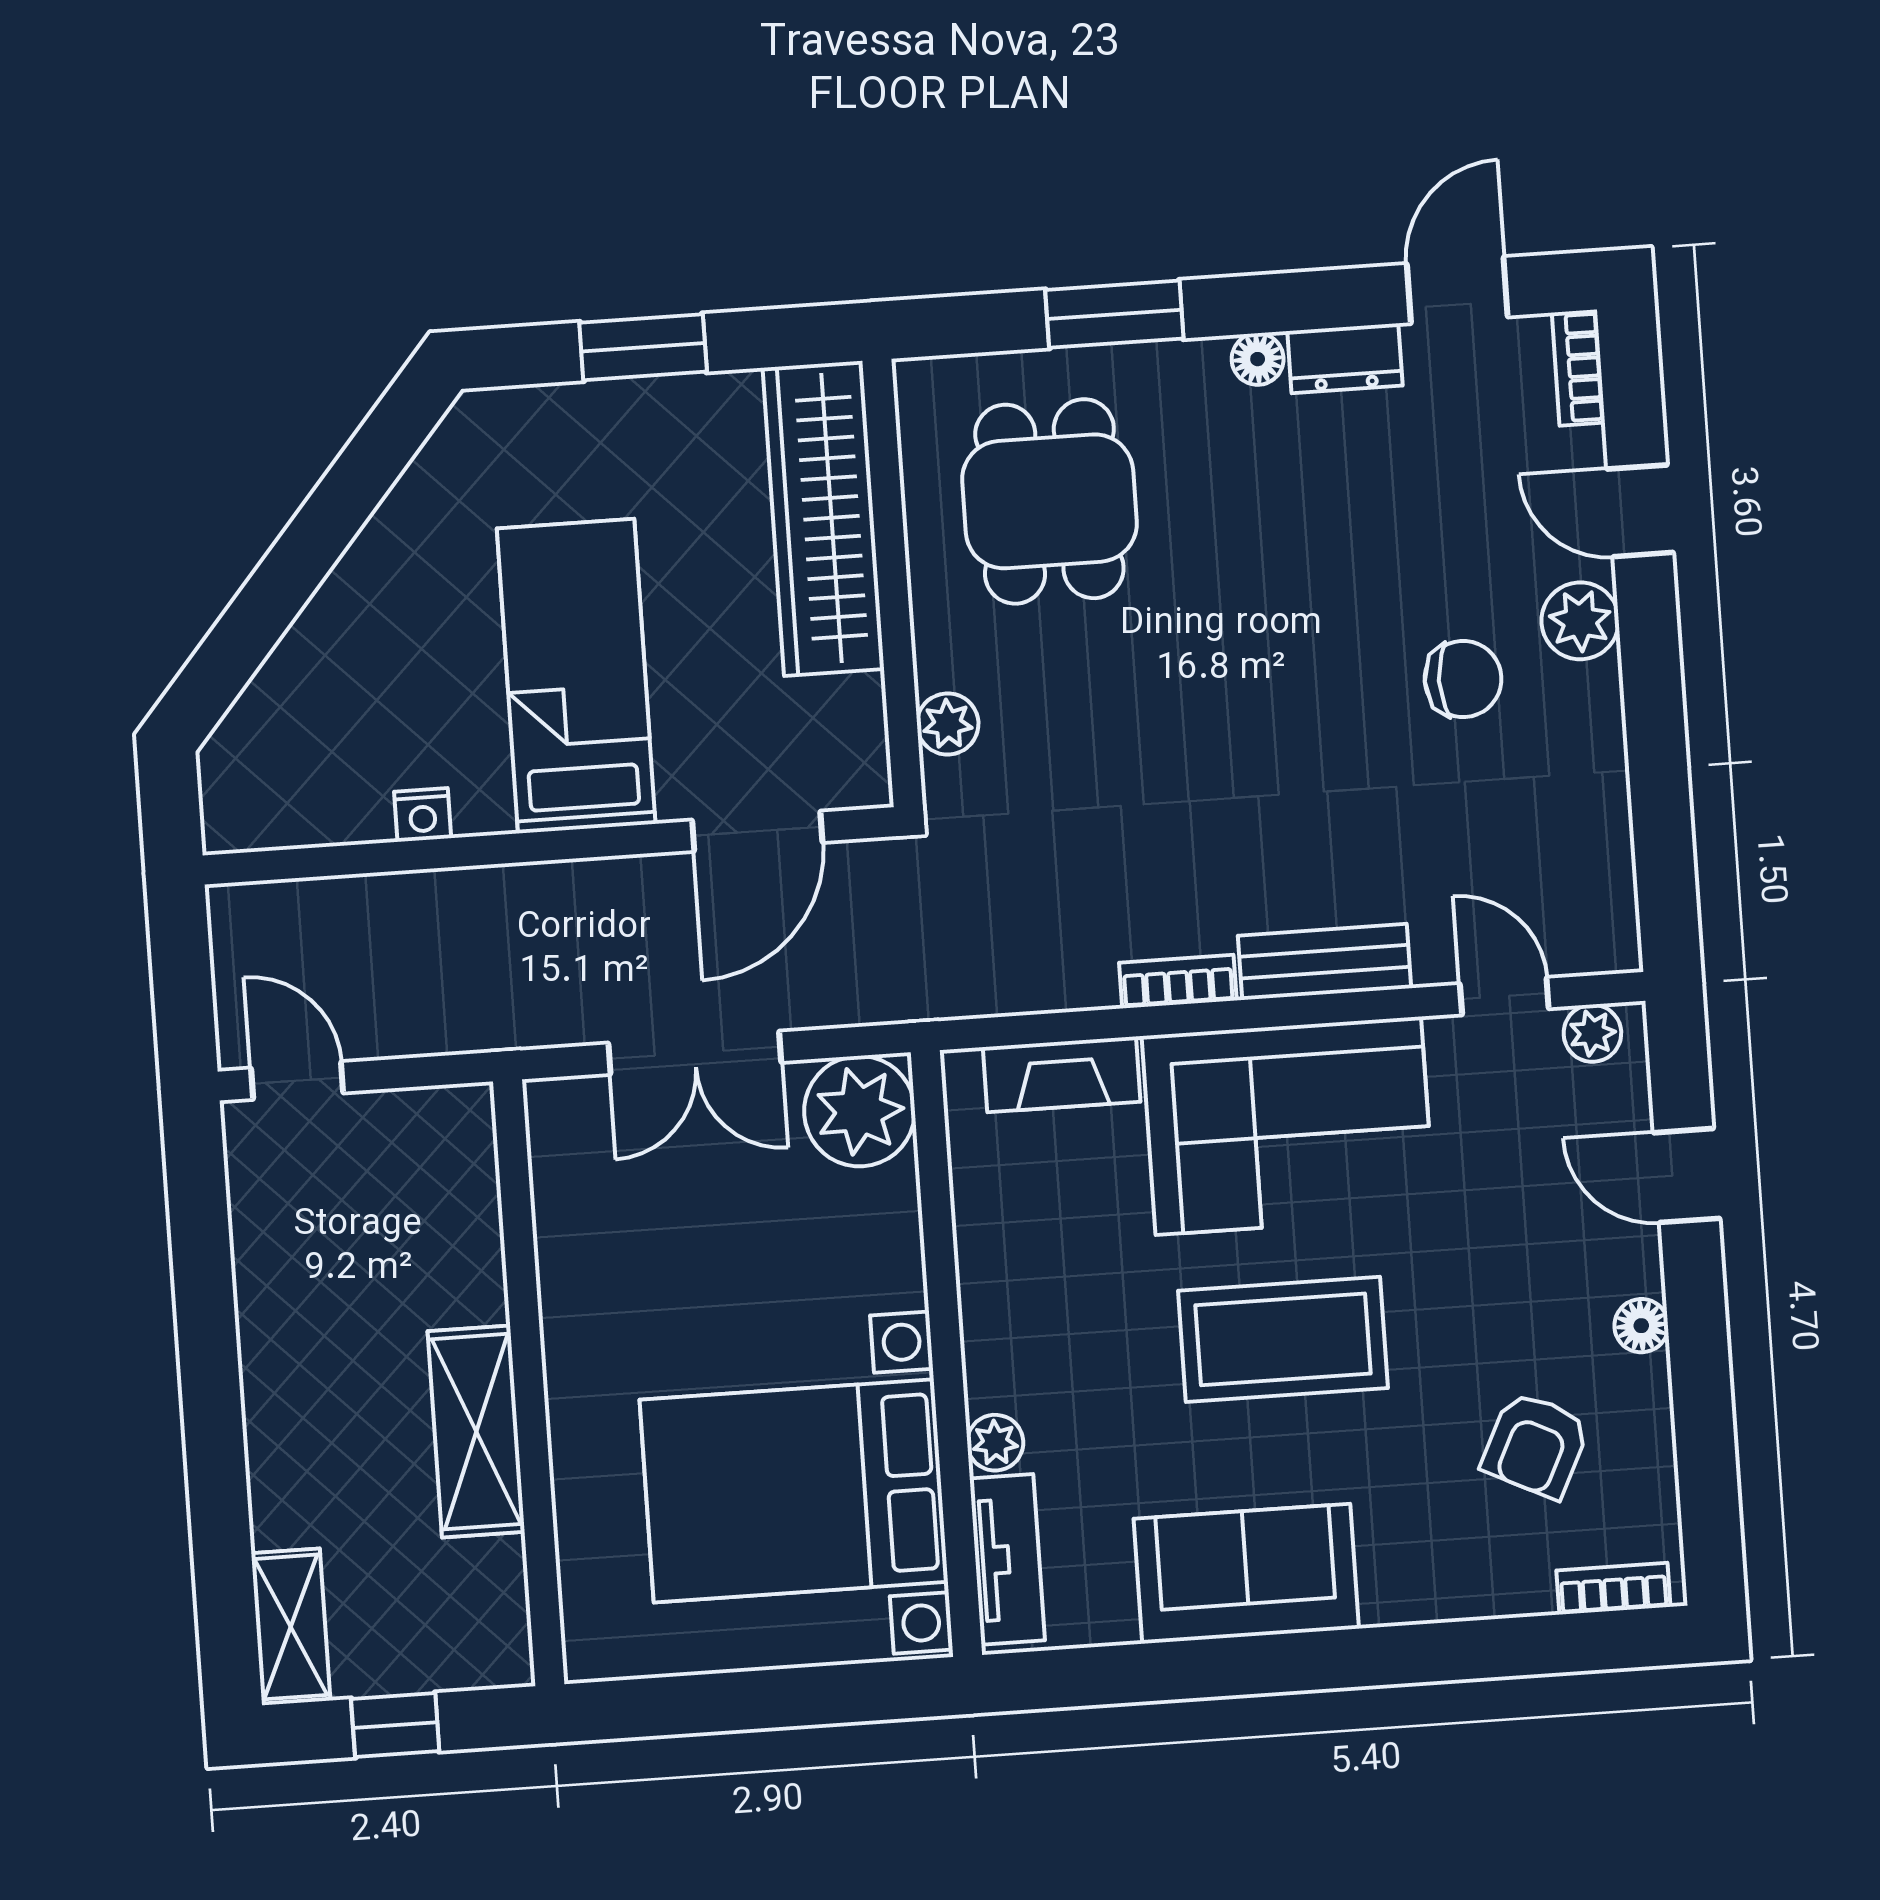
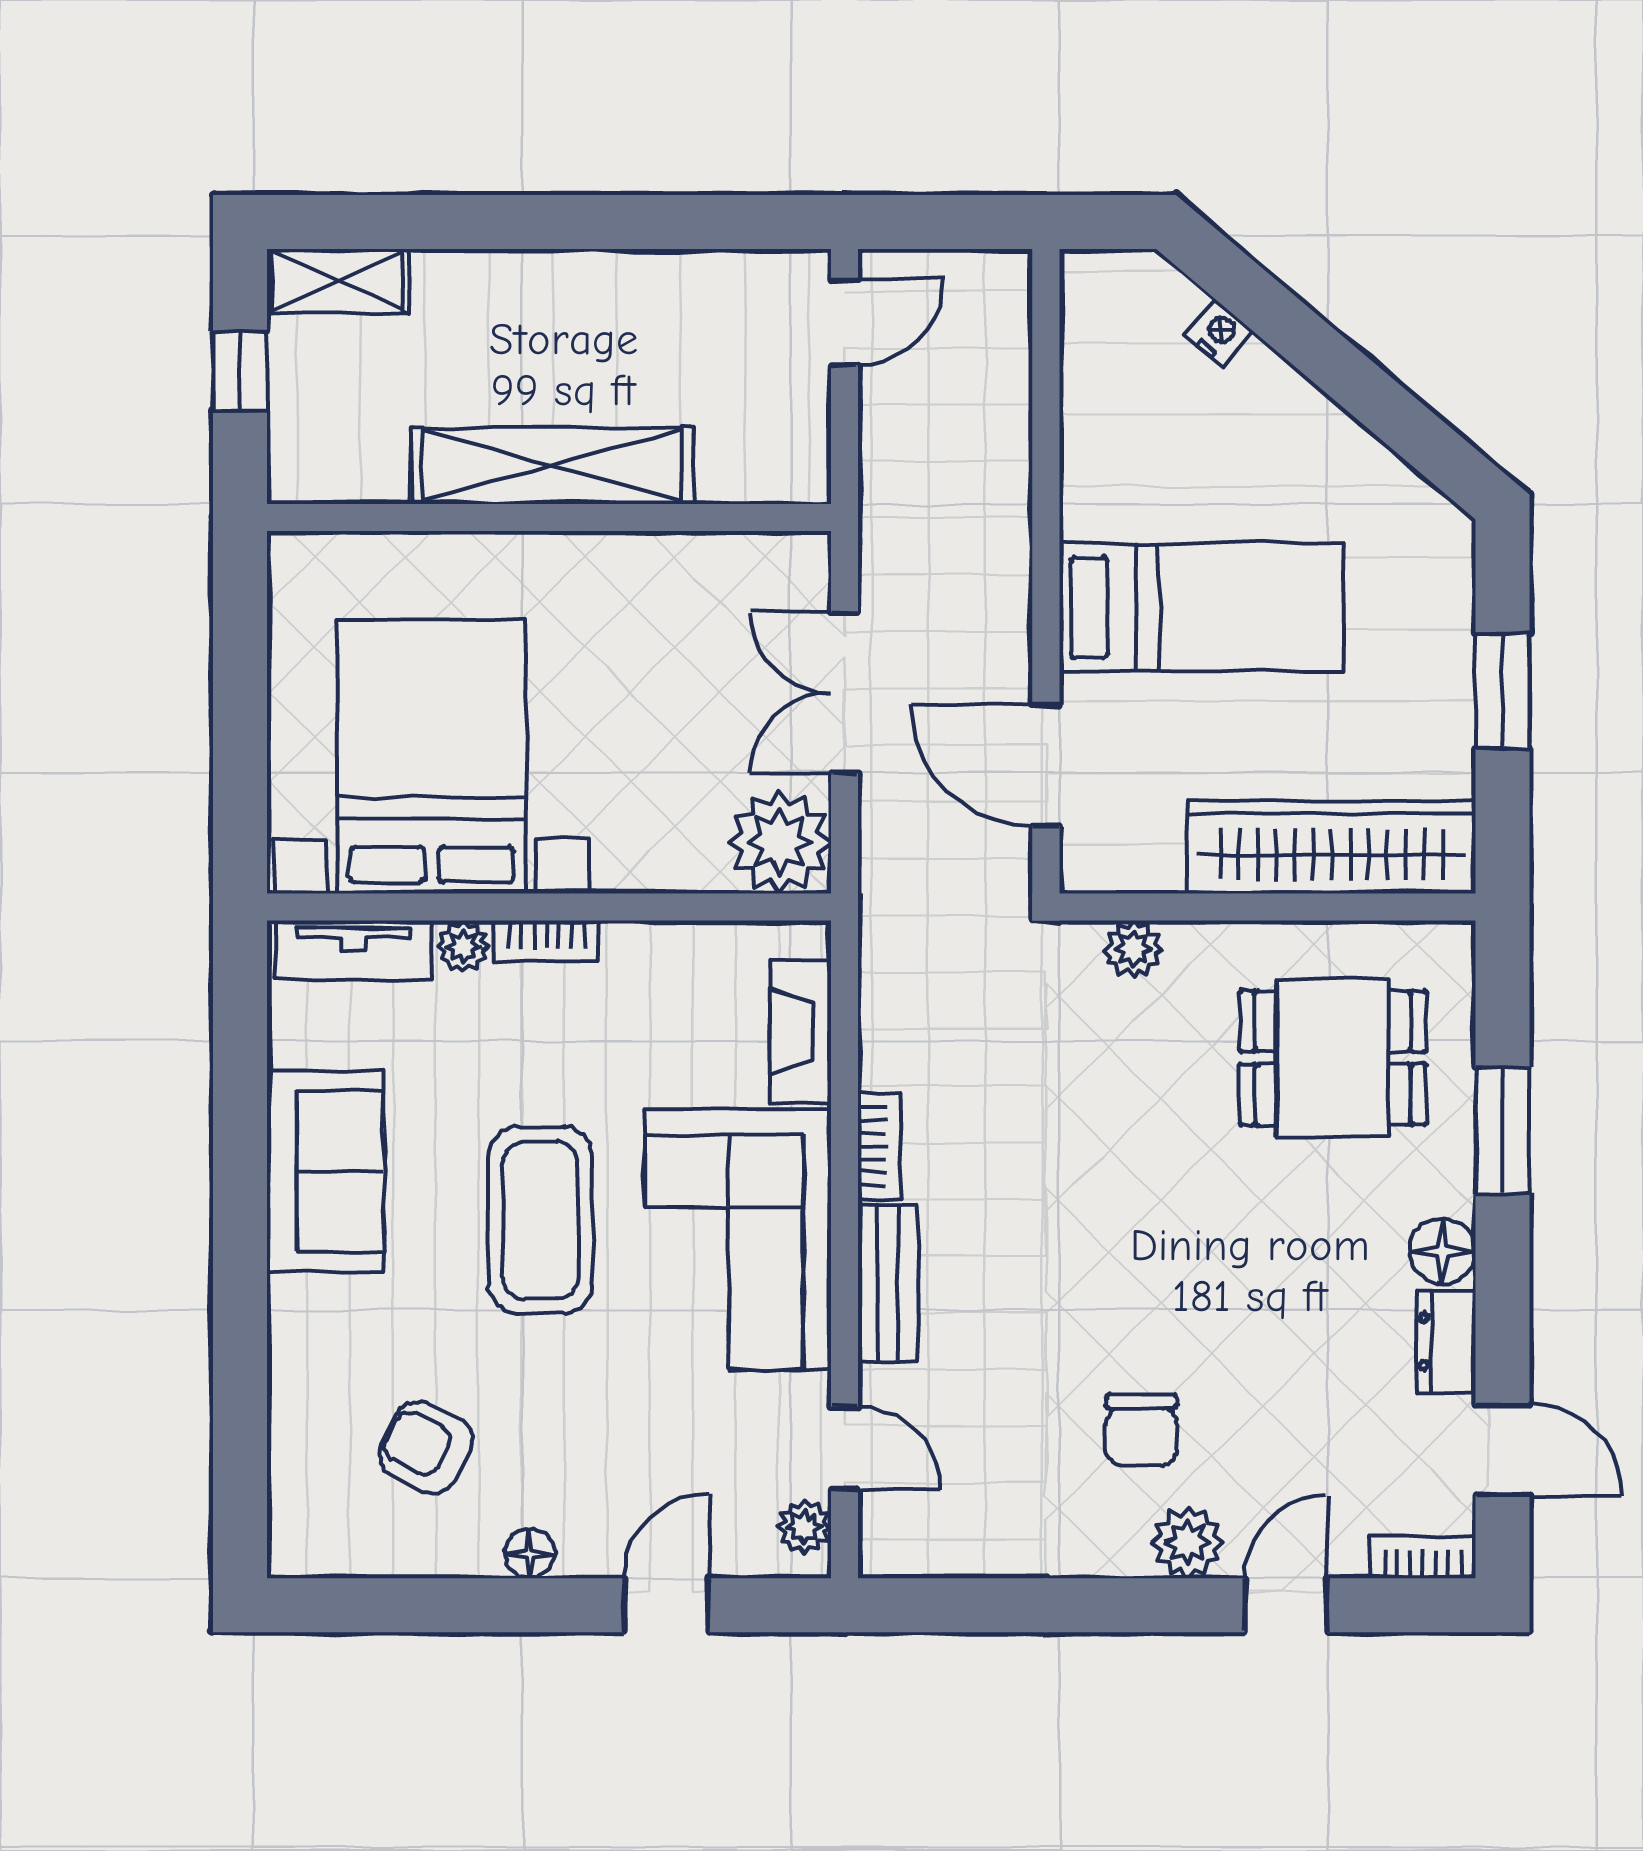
floor lamp: (1258, 359) -> (1443, 1251), width x1.37, depth x1.37
nightstand: (423, 815) -> (1219, 333), moved, turned 130
door: (1504, 996) -> (844, 1448), hinge flipped
shelving: (476, 1432) -> (552, 466), width x1.47
bookcase: (1613, 1589) -> (546, 941), moved, turned 90

